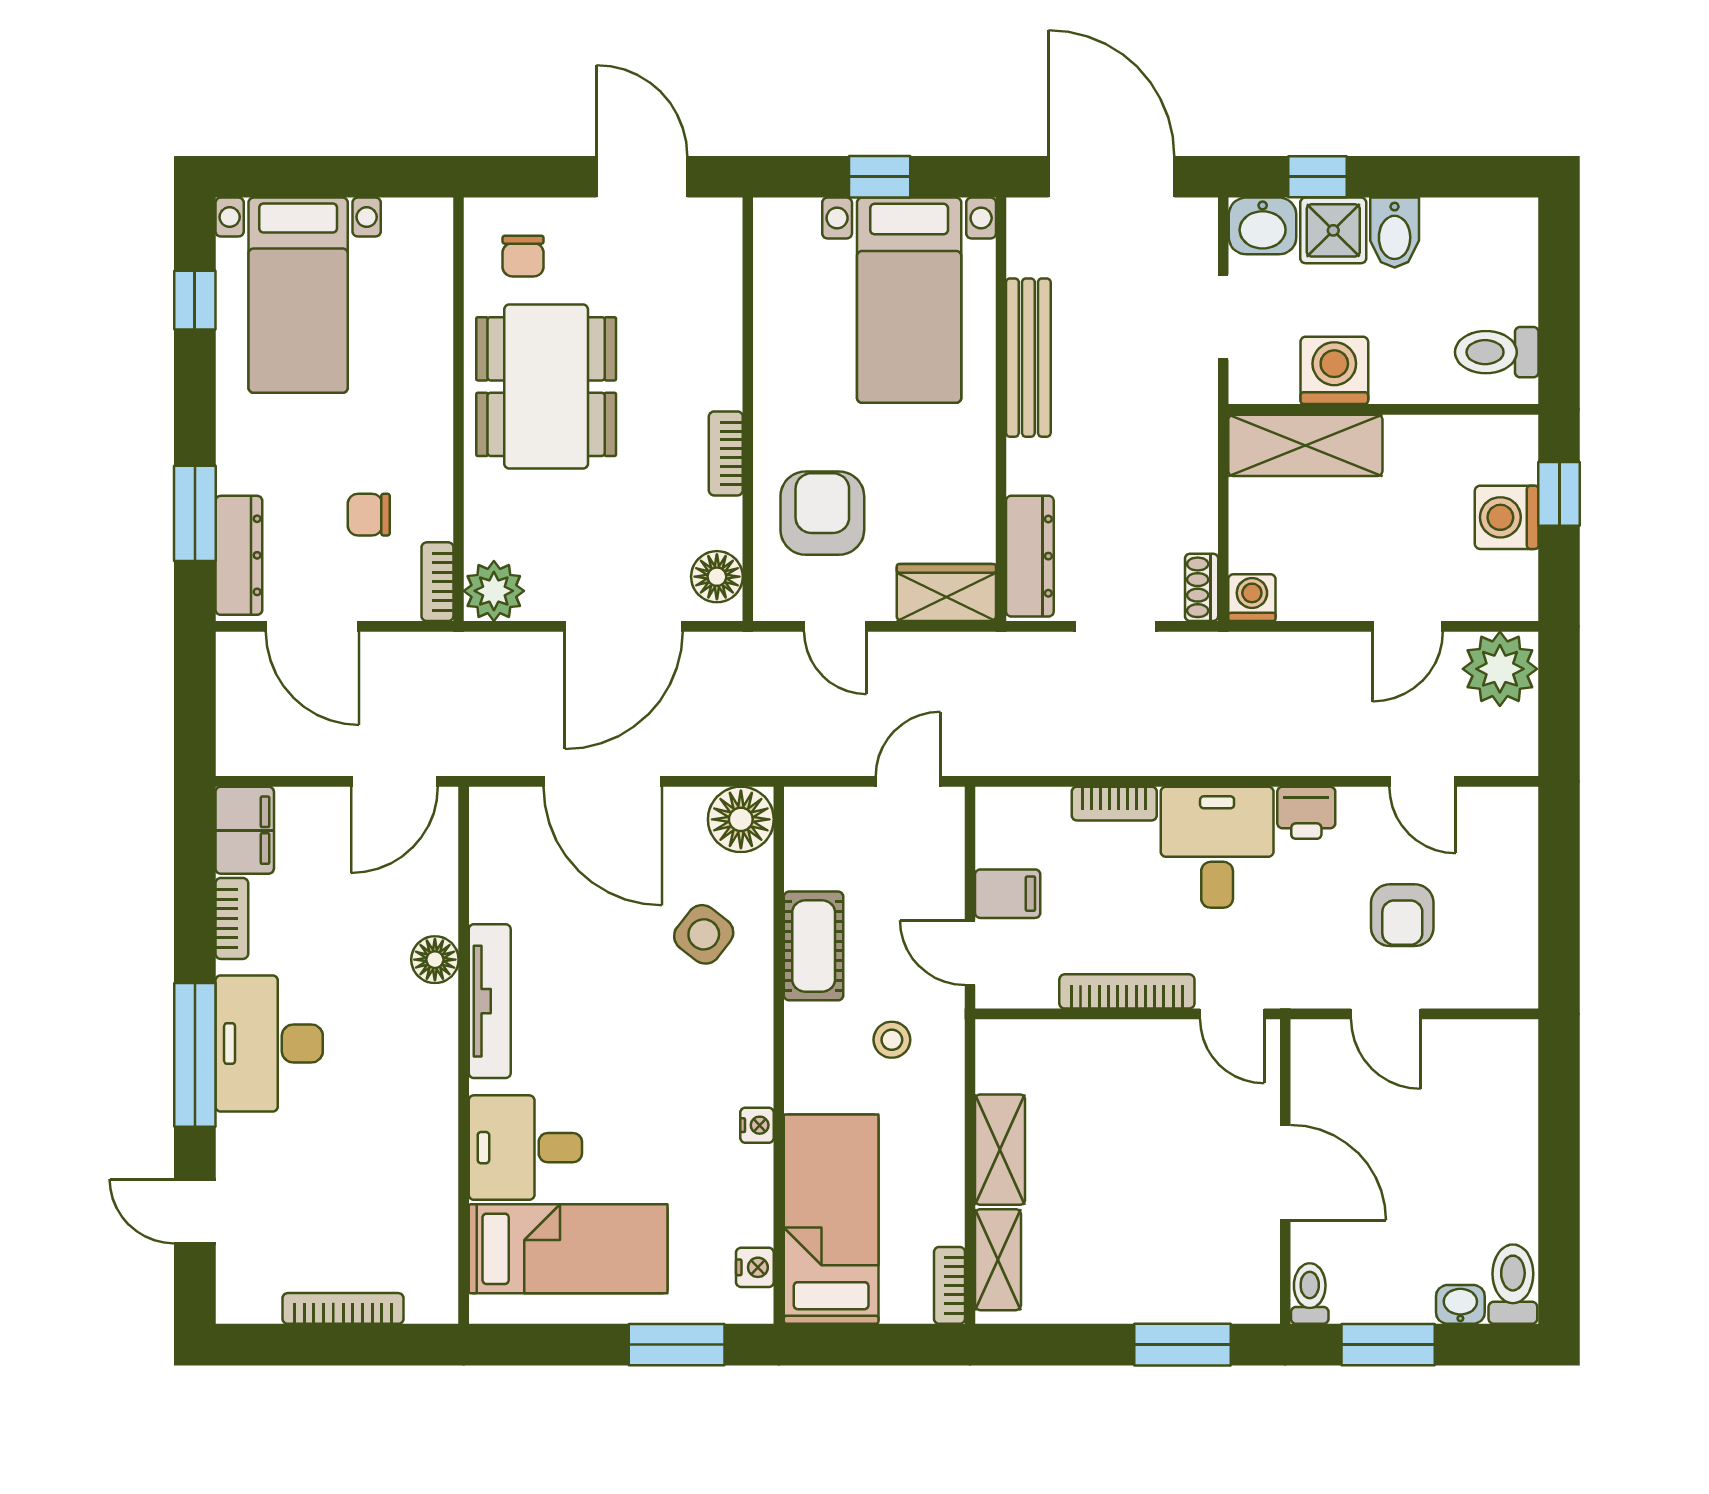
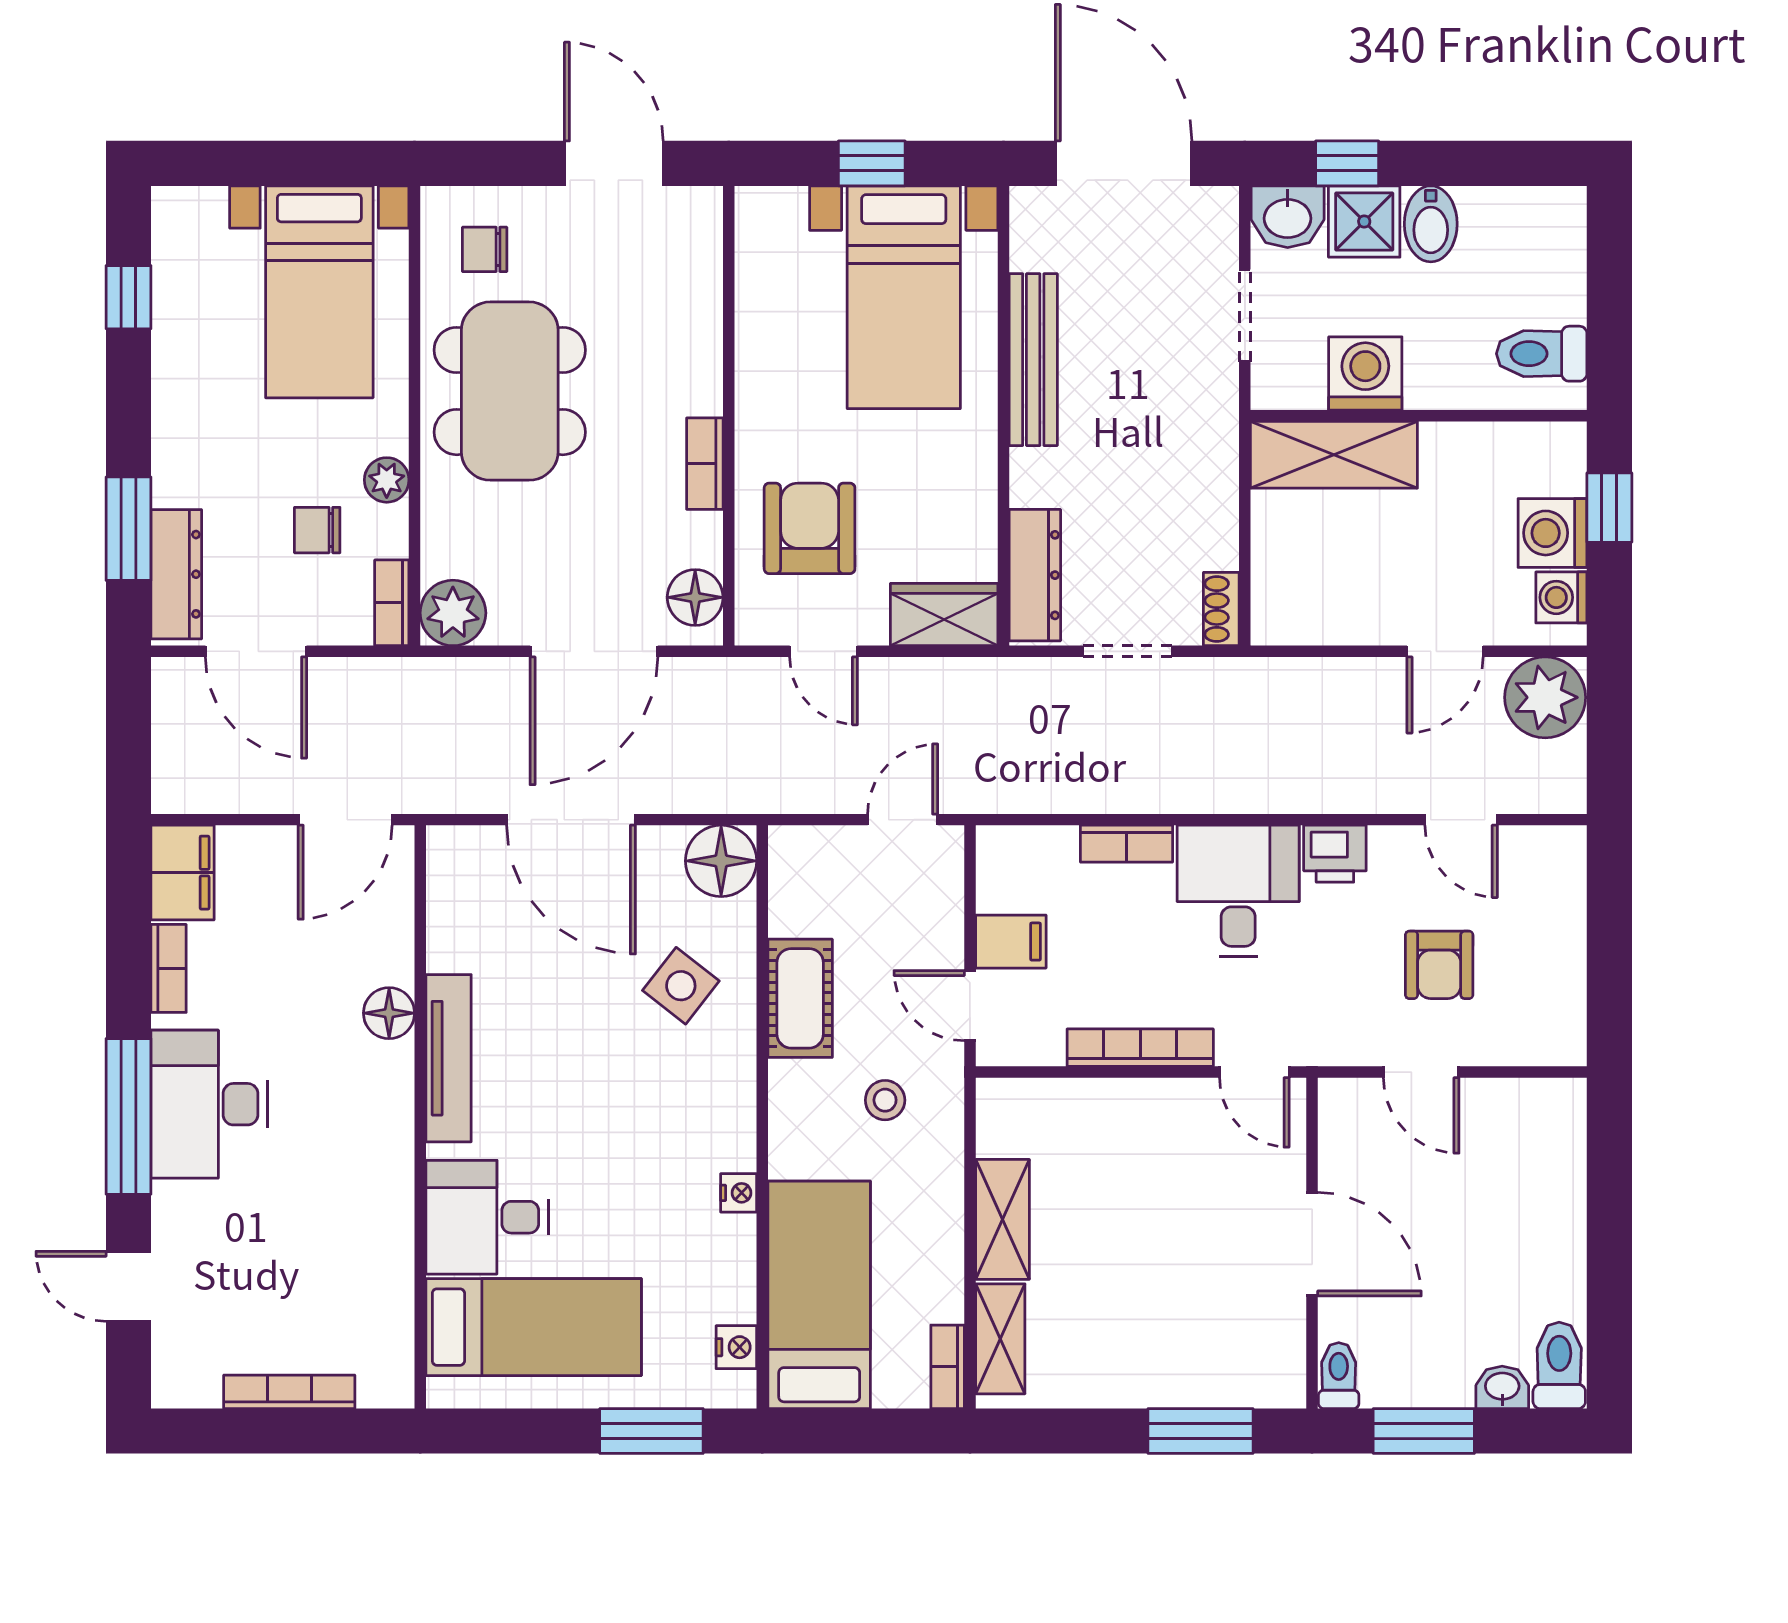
chair: (523, 256) -> (485, 249), turned 90
bed with nightstands: (298, 295) -> (319, 292), moved
plant: (433, 468) -> (387, 480), added
washing machine: (1252, 598) -> (1561, 597), moved, turned -90

